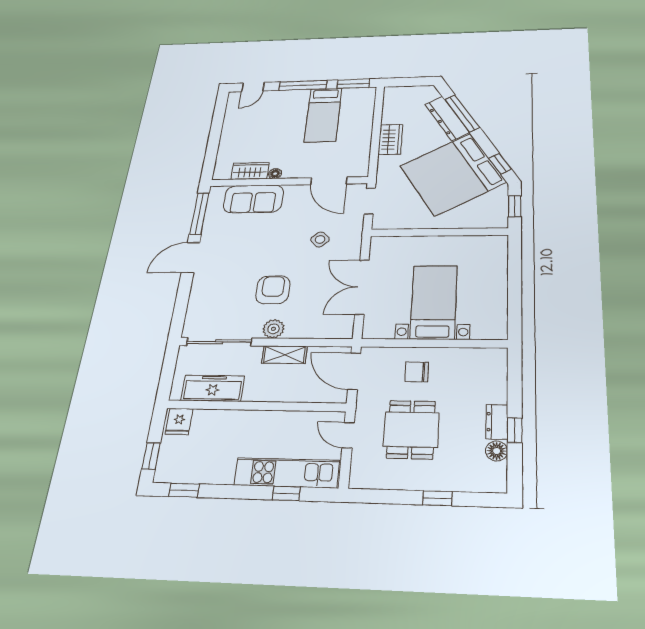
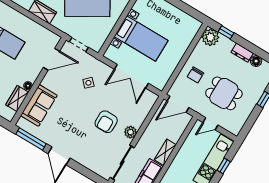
armchair: (273, 290) -> (106, 122), turned -90
bed with nightstands: (434, 302) -> (141, 38), moved, turned 180
shelving: (284, 355) -> (165, 152), moved
plant: (492, 362) -> (210, 37), added
window: (515, 430) -> (226, 32), moved

